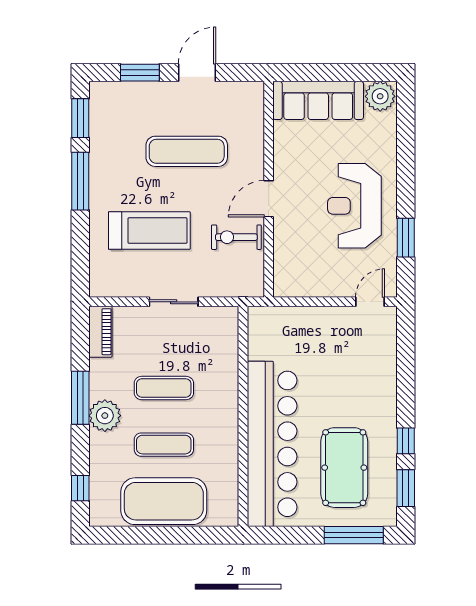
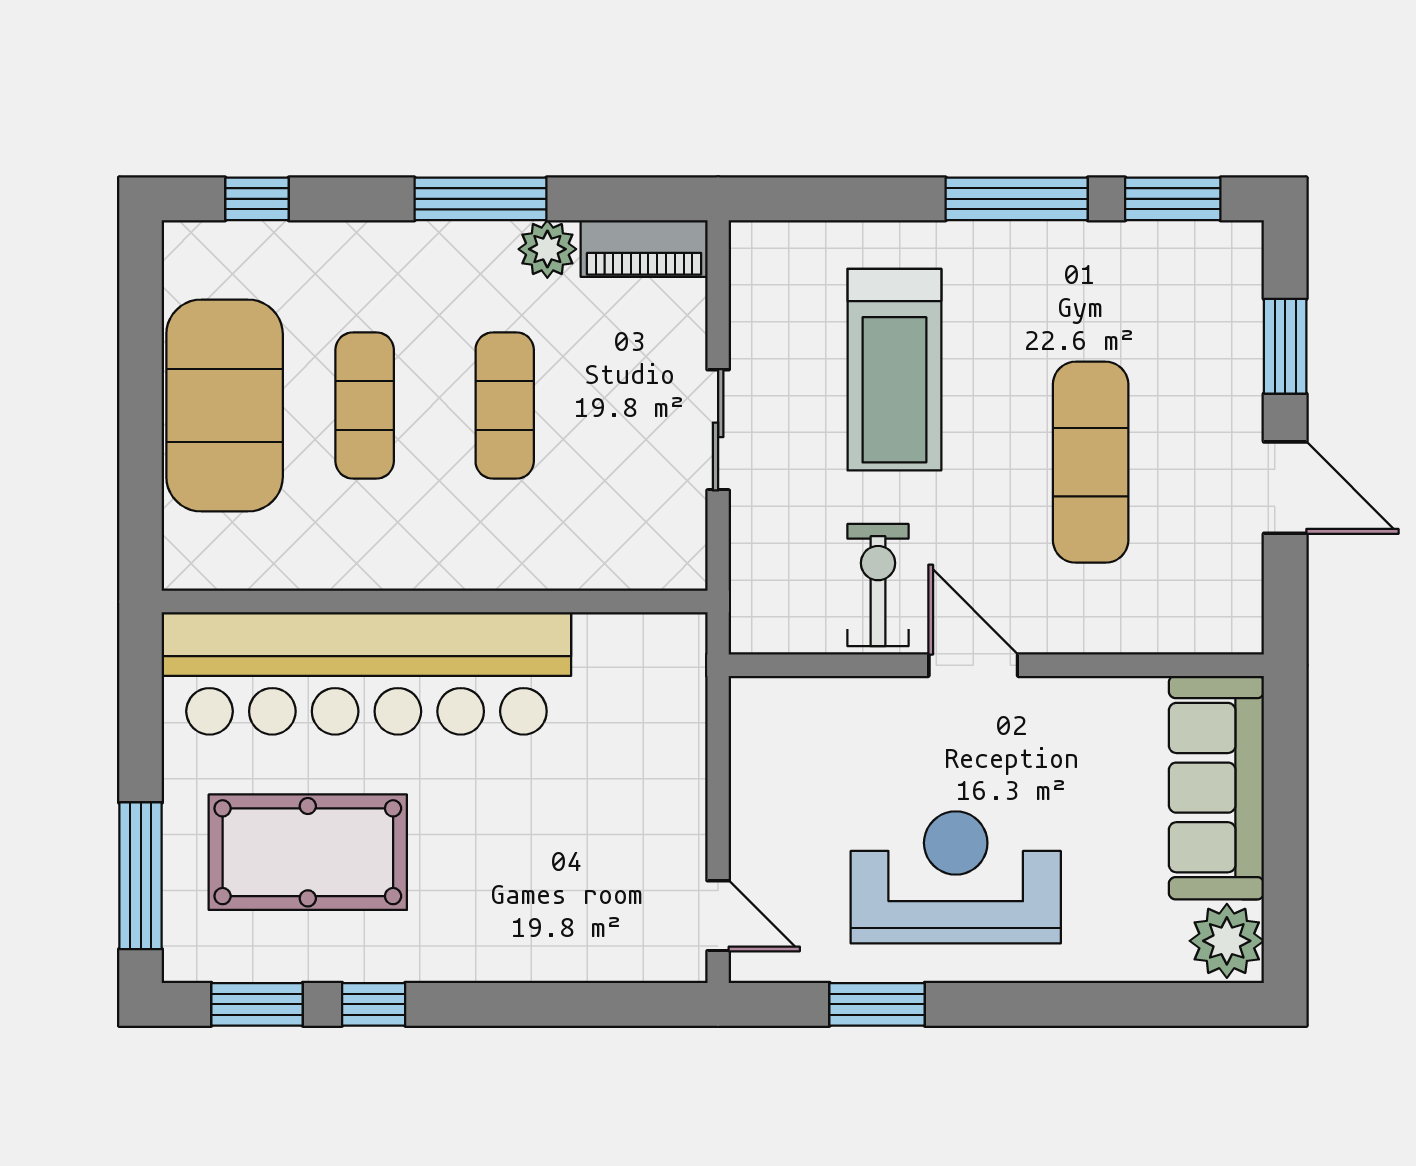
plant: (105, 416) -> (547, 249), moved, width x0.73, depth x0.73

